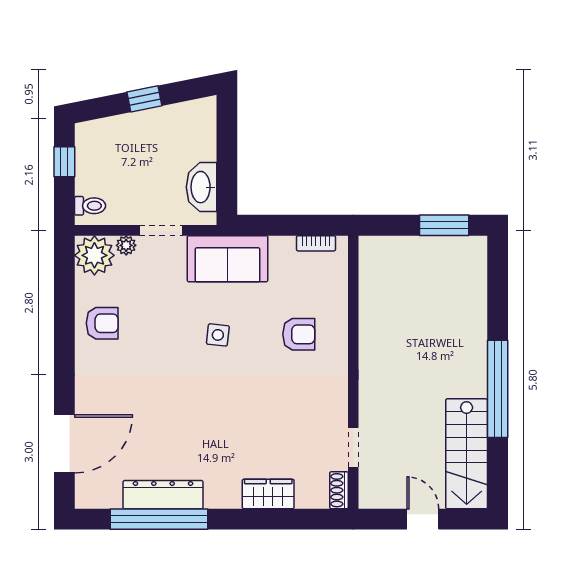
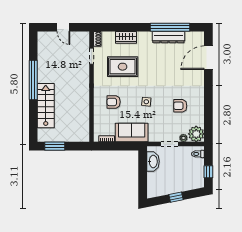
sofa: (228, 259) -> (132, 133), moved
armchair: (102, 323) -> (180, 106), moved
rug: (277, 422) -> (123, 67), added
stairs: (467, 454) -> (46, 106), moved

